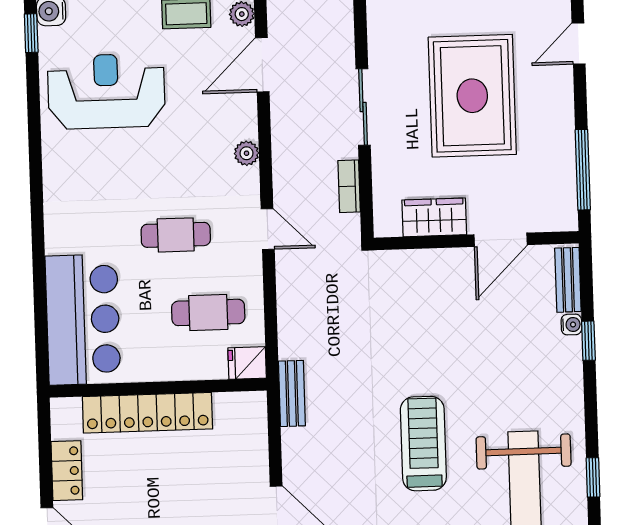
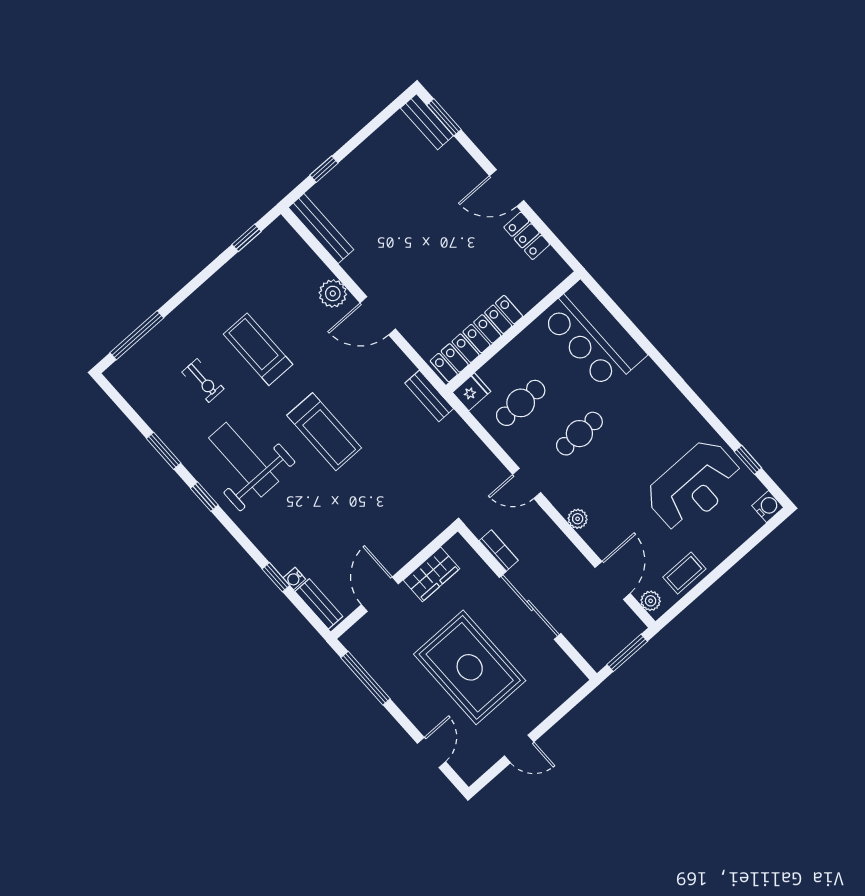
window: (31, 33) -> (748, 460), moved
sliding door: (363, 107) -> (530, 606), width x1.37
locker: (147, 413) -> (476, 339), moved

